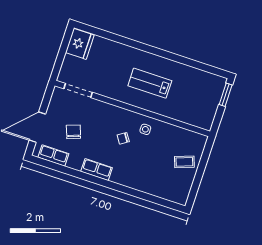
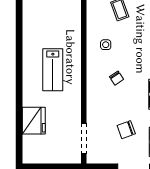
fridge: (80, 44) -> (34, 121), moved, turned 90
side table: (145, 129) -> (106, 45), moved

